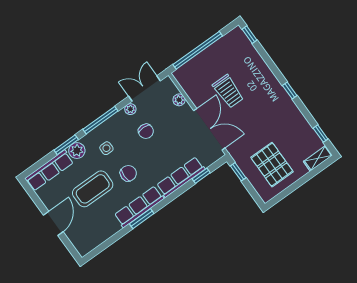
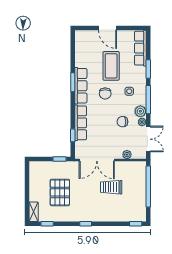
plant: (77, 151) -> (140, 111), moved
pallet: (272, 165) -> (60, 192), moved, turned 90

